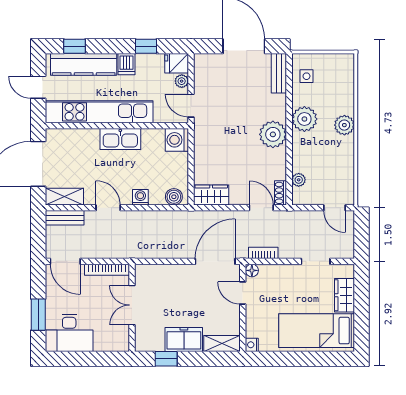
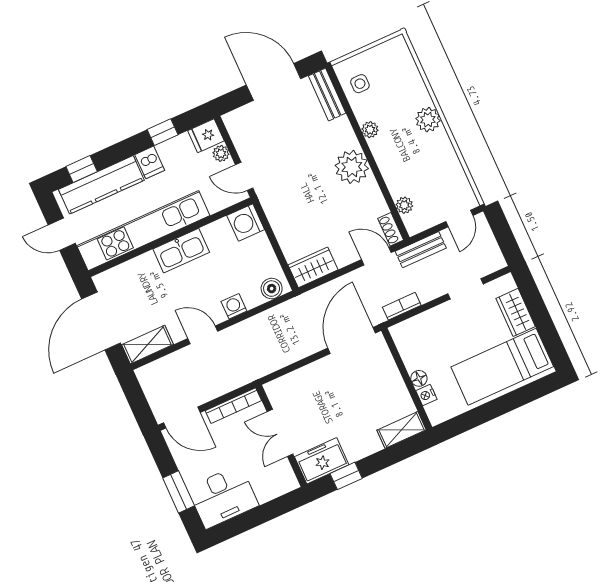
plant: (304, 119) -> (370, 130), width x0.53, depth x0.53
door: (334, 208) -> (459, 218), hinge flipped
bench: (65, 218) -> (421, 250), moved
floor lamp: (252, 270) -> (419, 378), moved
door: (243, 293) -> (399, 362), removed
freezer: (184, 339) -> (322, 461), moved
nightstand: (252, 345) -> (426, 395), moved

